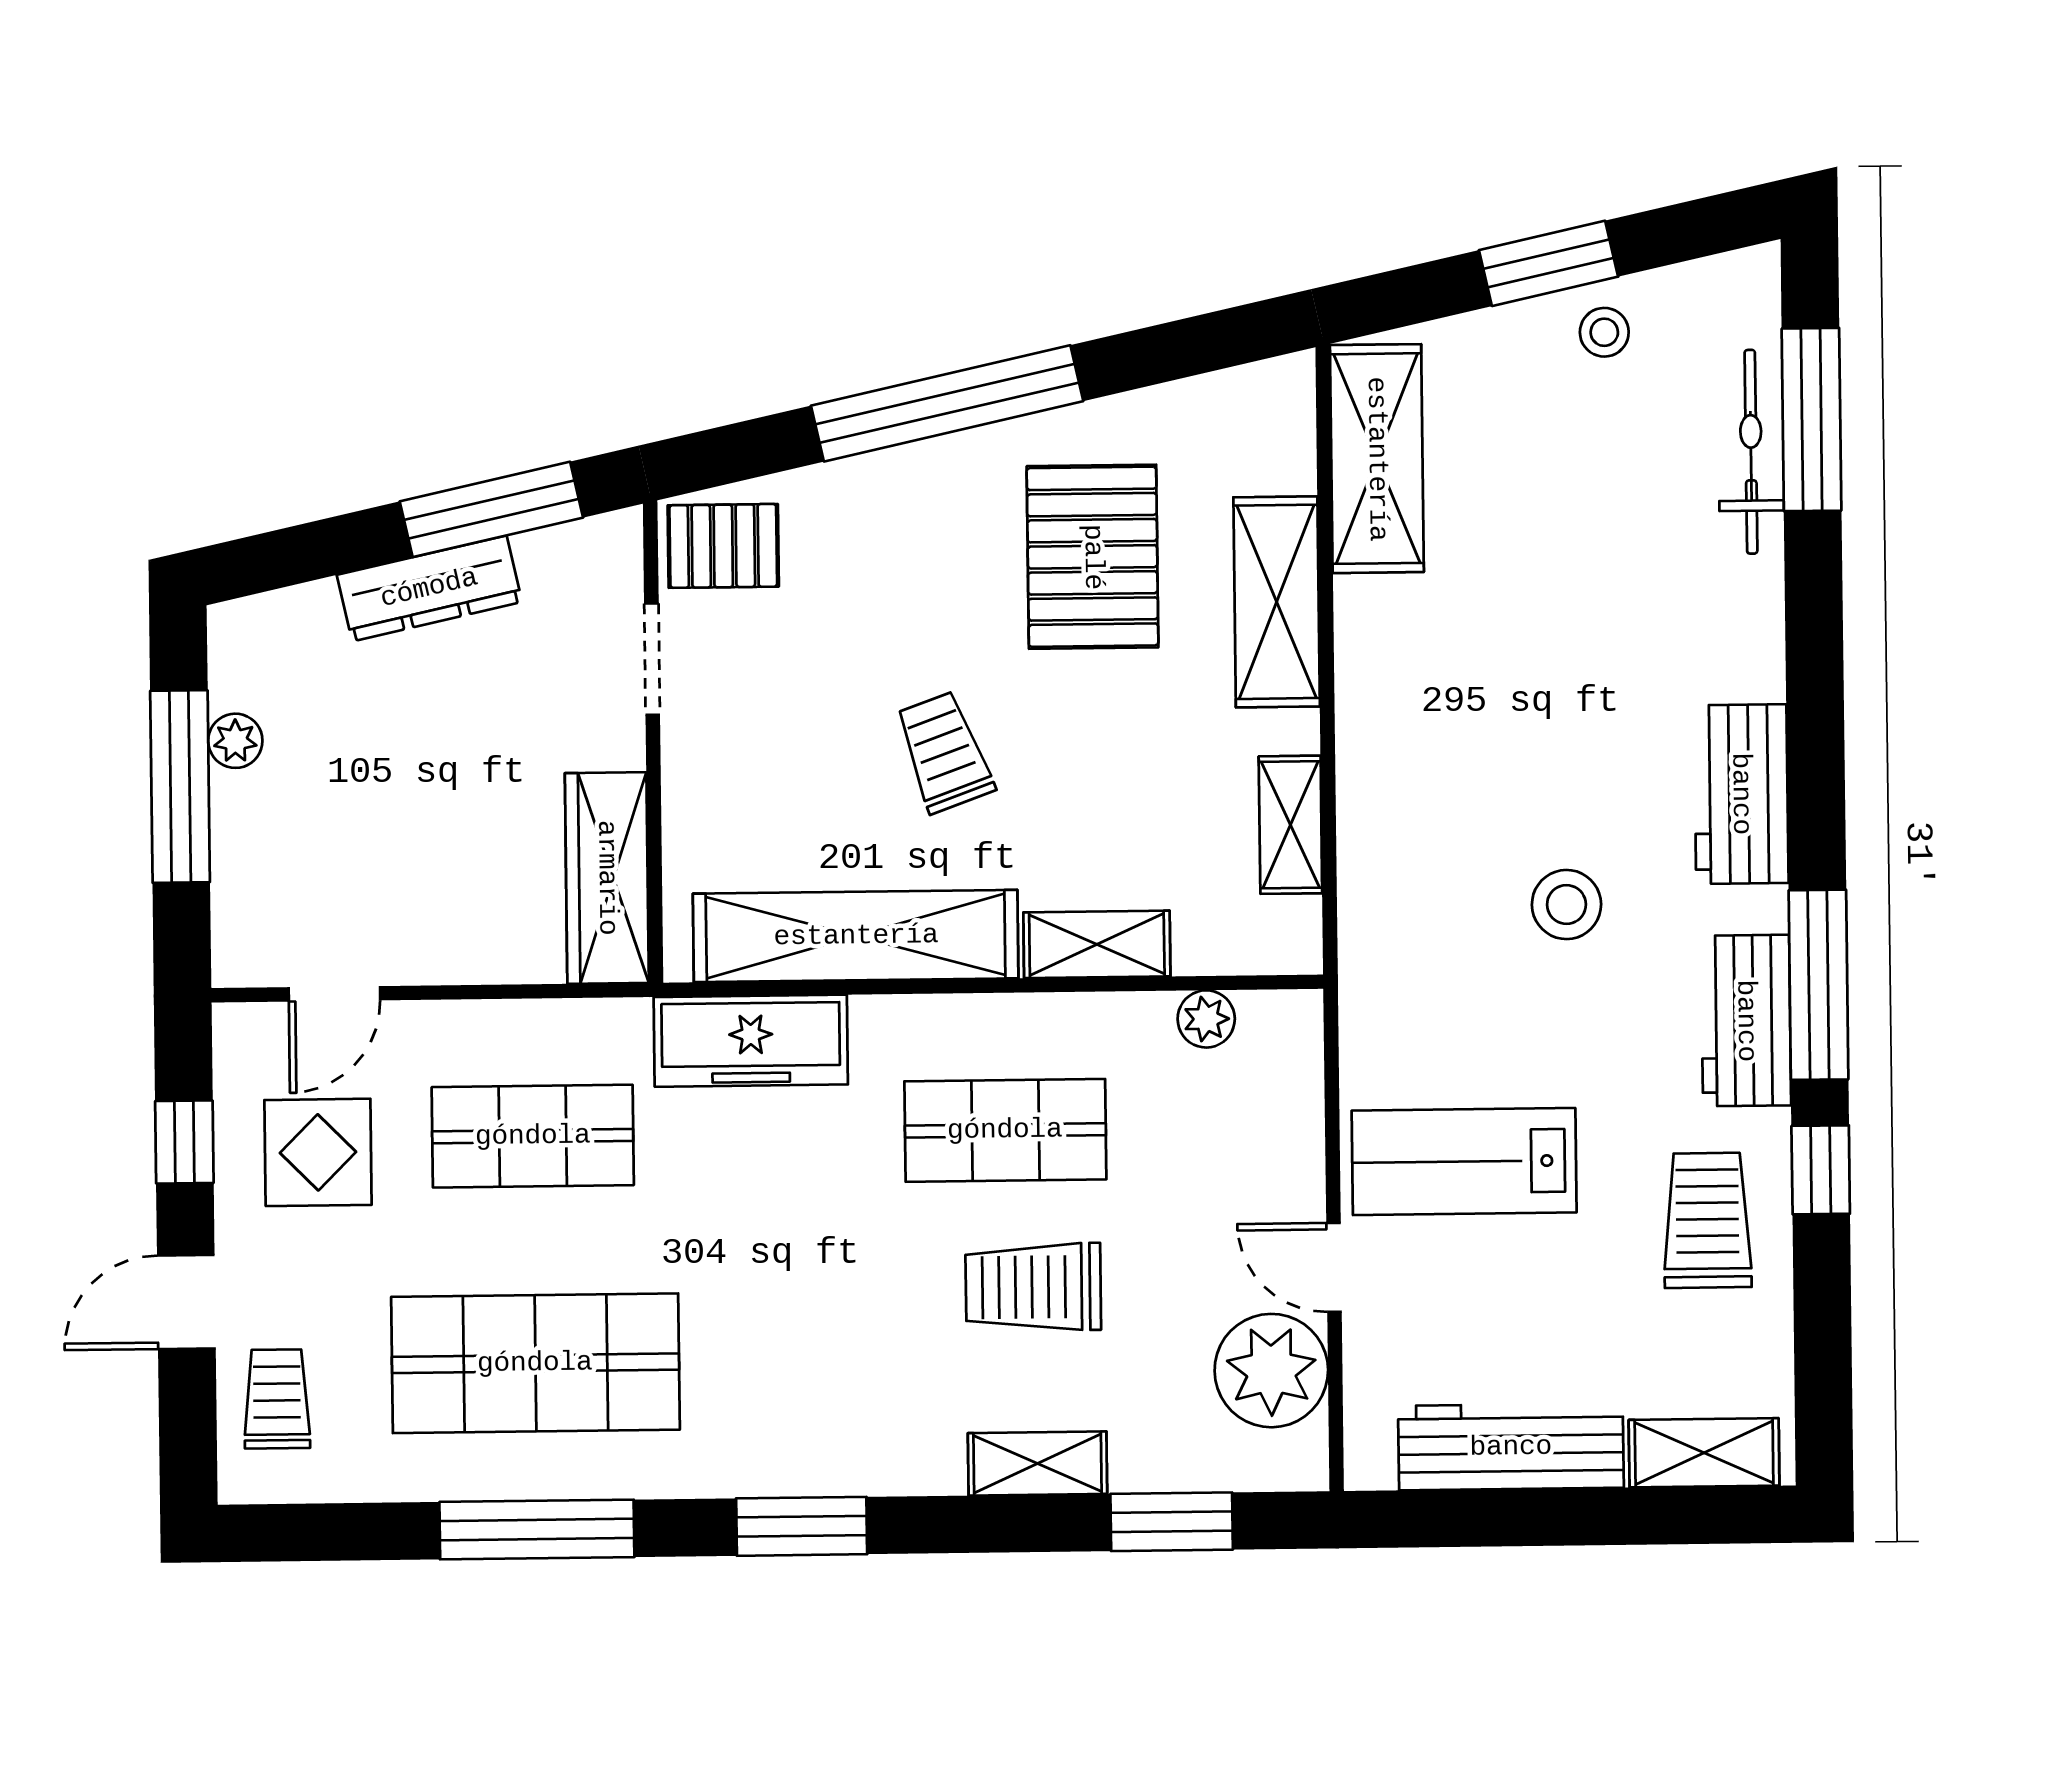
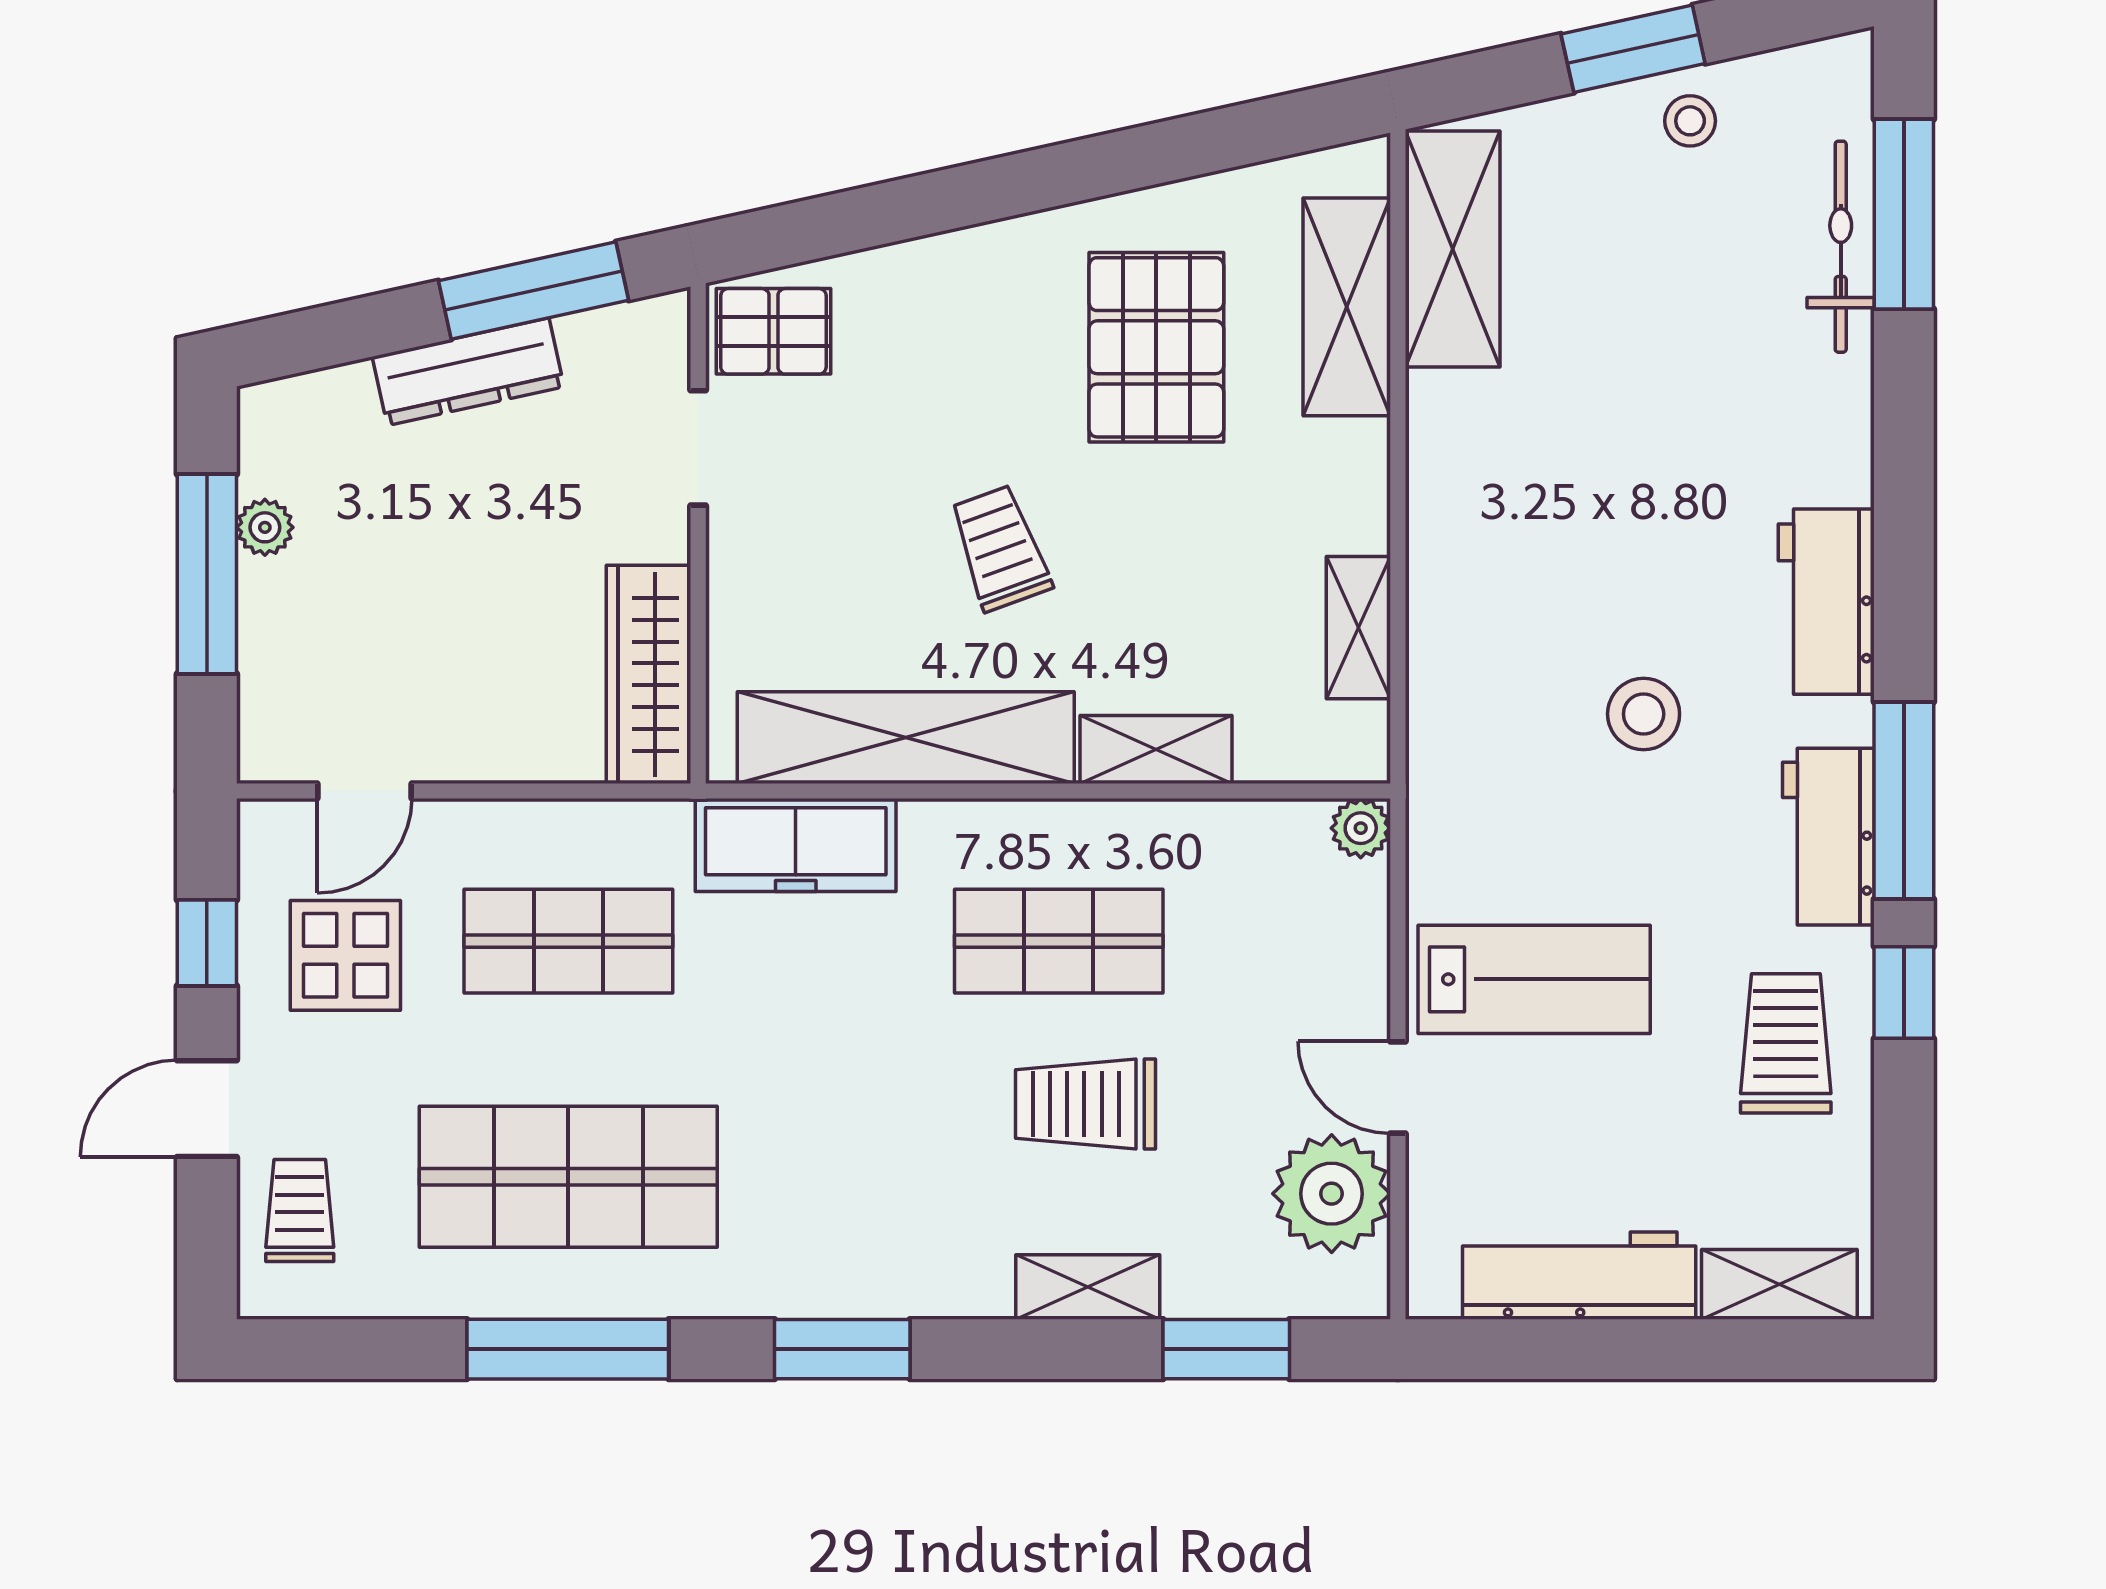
window: (947, 403) -> (1007, 186), removed
shelving: (1277, 602) -> (1347, 307), moved
plant: (1206, 1019) -> (1361, 828), moved
lab bench: (1464, 1162) -> (1534, 979), turned 180

